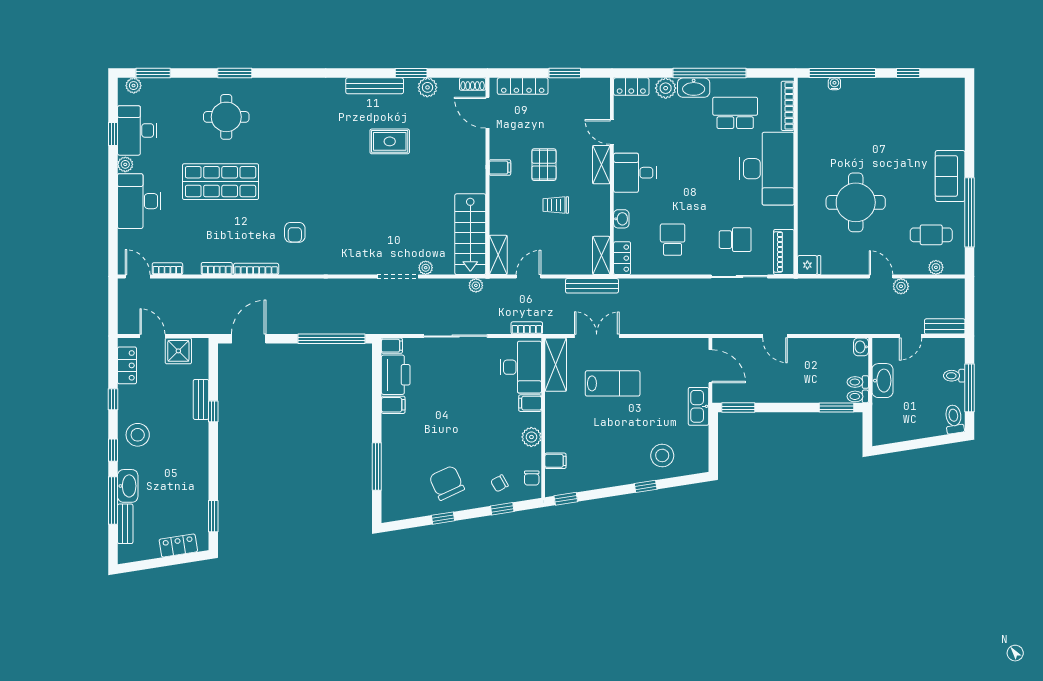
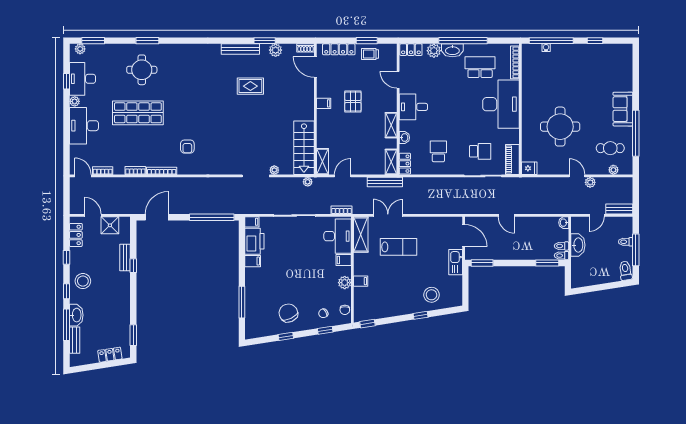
shelving: (601, 165) -> (391, 125), moved
trolley: (556, 205) -> (370, 54), moved
filing cabinet: (555, 461) -> (361, 281), moved

